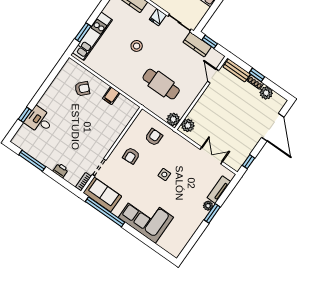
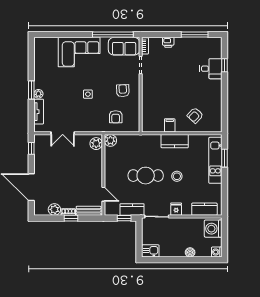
kitchen counter: (117, 79) -> (175, 141), added
cafe table: (161, 84) -> (146, 176), moved

